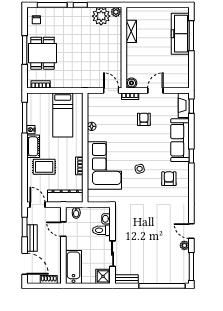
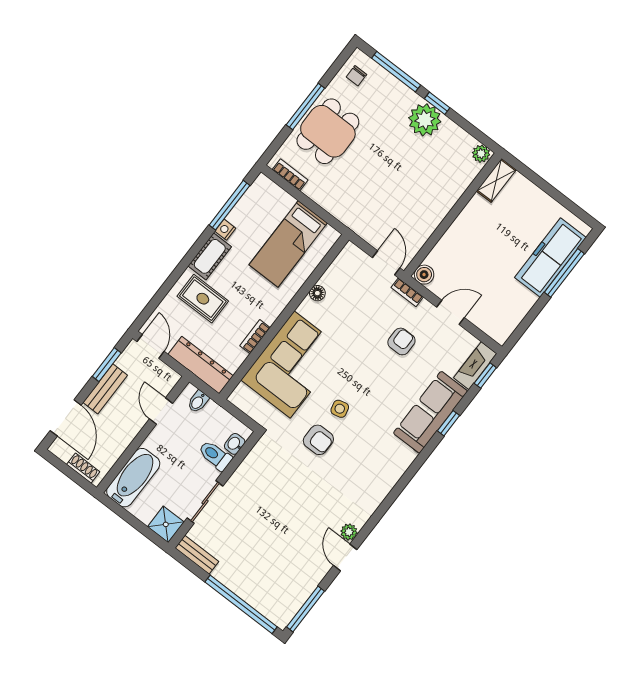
plant: (101, 16) -> (425, 120), moved
shelving: (131, 31) -> (496, 180), moved
window: (191, 156) -> (449, 423), moved
armchair: (169, 179) -> (318, 440), moved, turned 90
plant: (184, 245) -> (349, 532), moved

